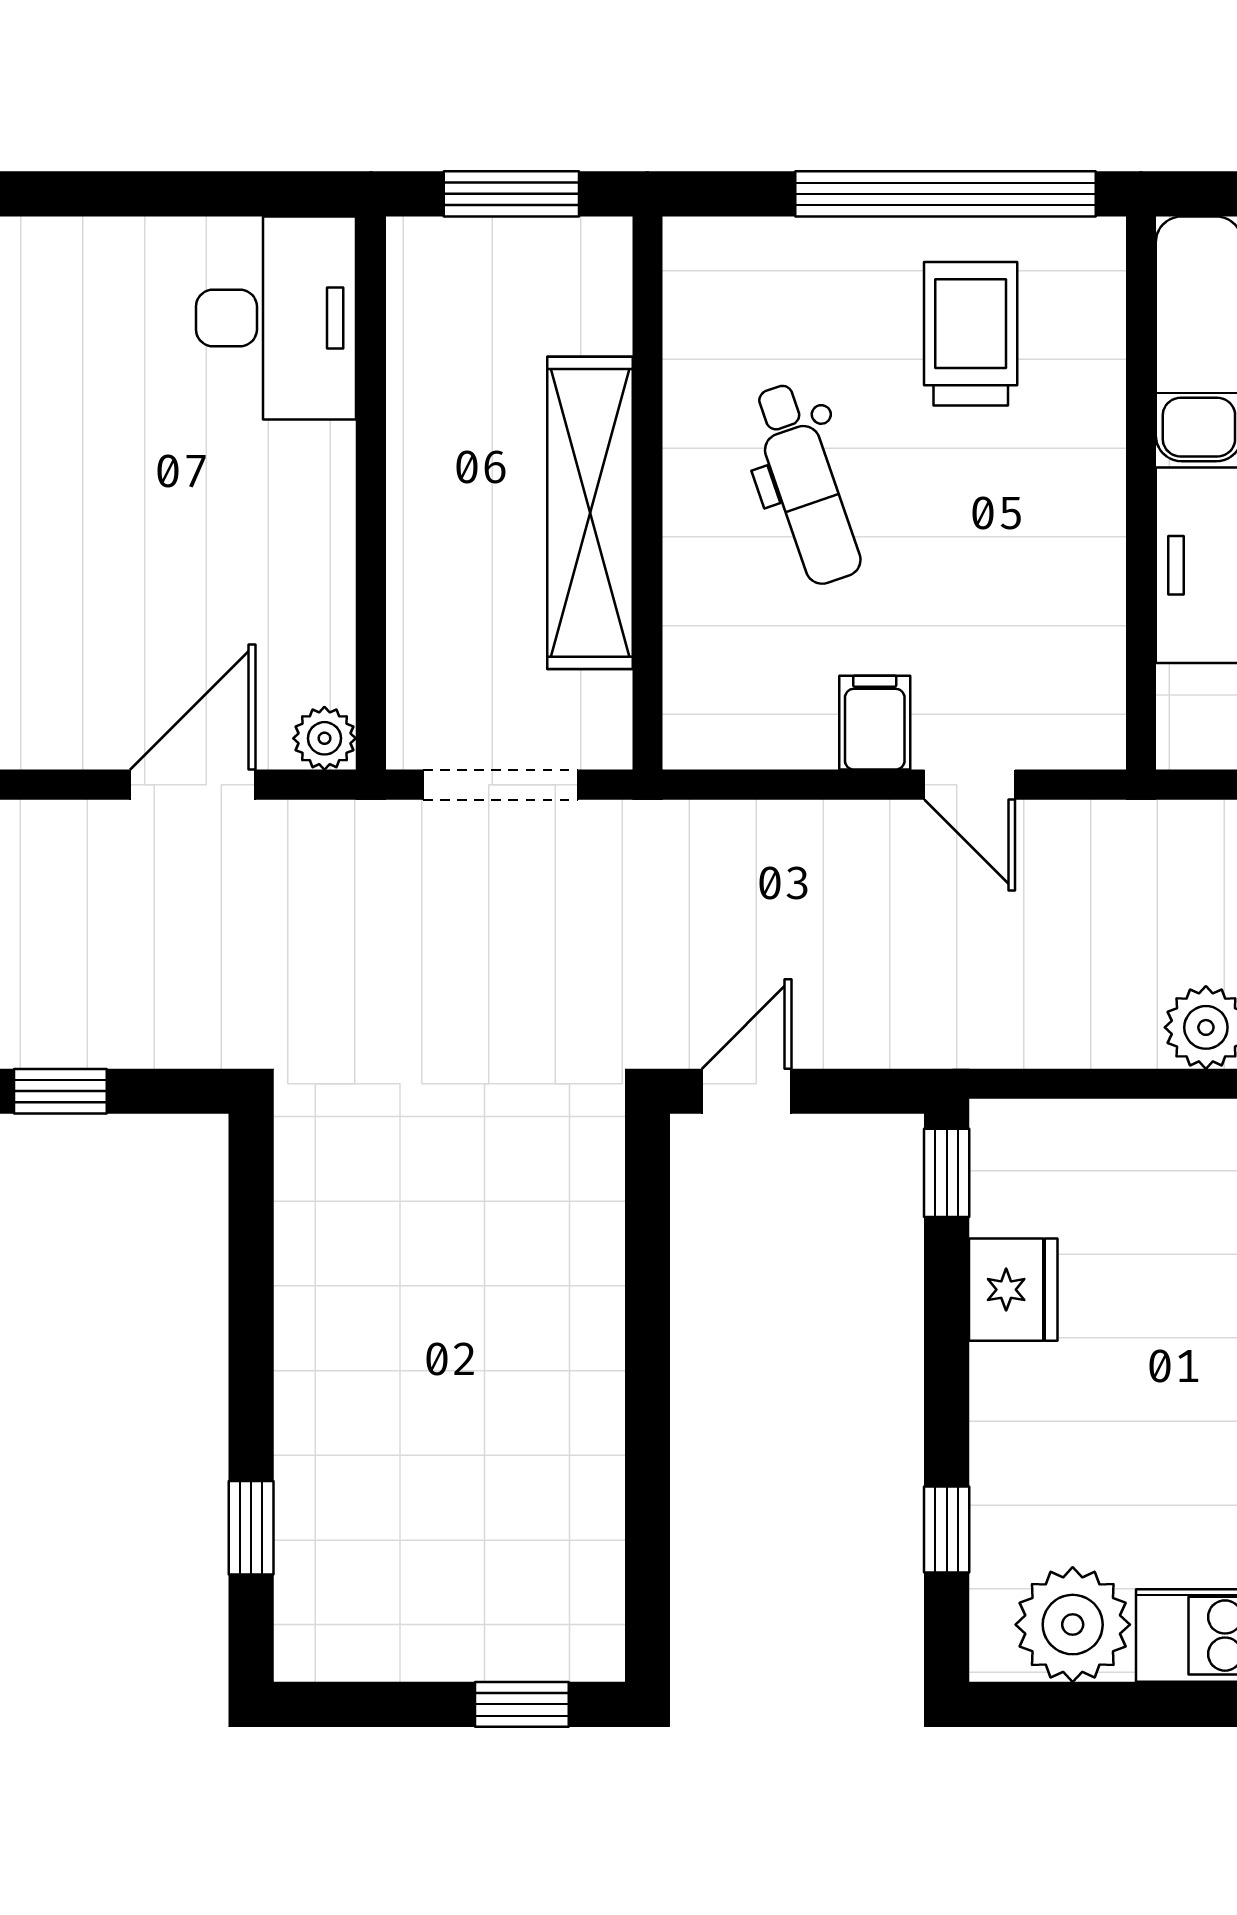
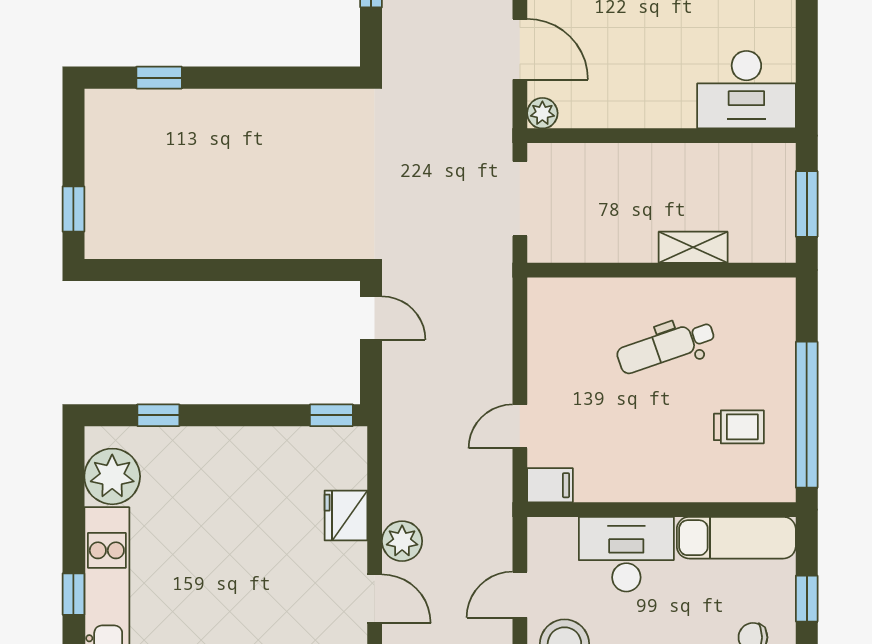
trolley: (971, 334) -> (739, 427), width x0.73, depth x0.72
shelving: (590, 513) -> (693, 247), width x0.45, depth x0.75
filing cabinet: (875, 723) -> (550, 485), moved
fridge: (1013, 1290) -> (346, 516), moved, turned 90

